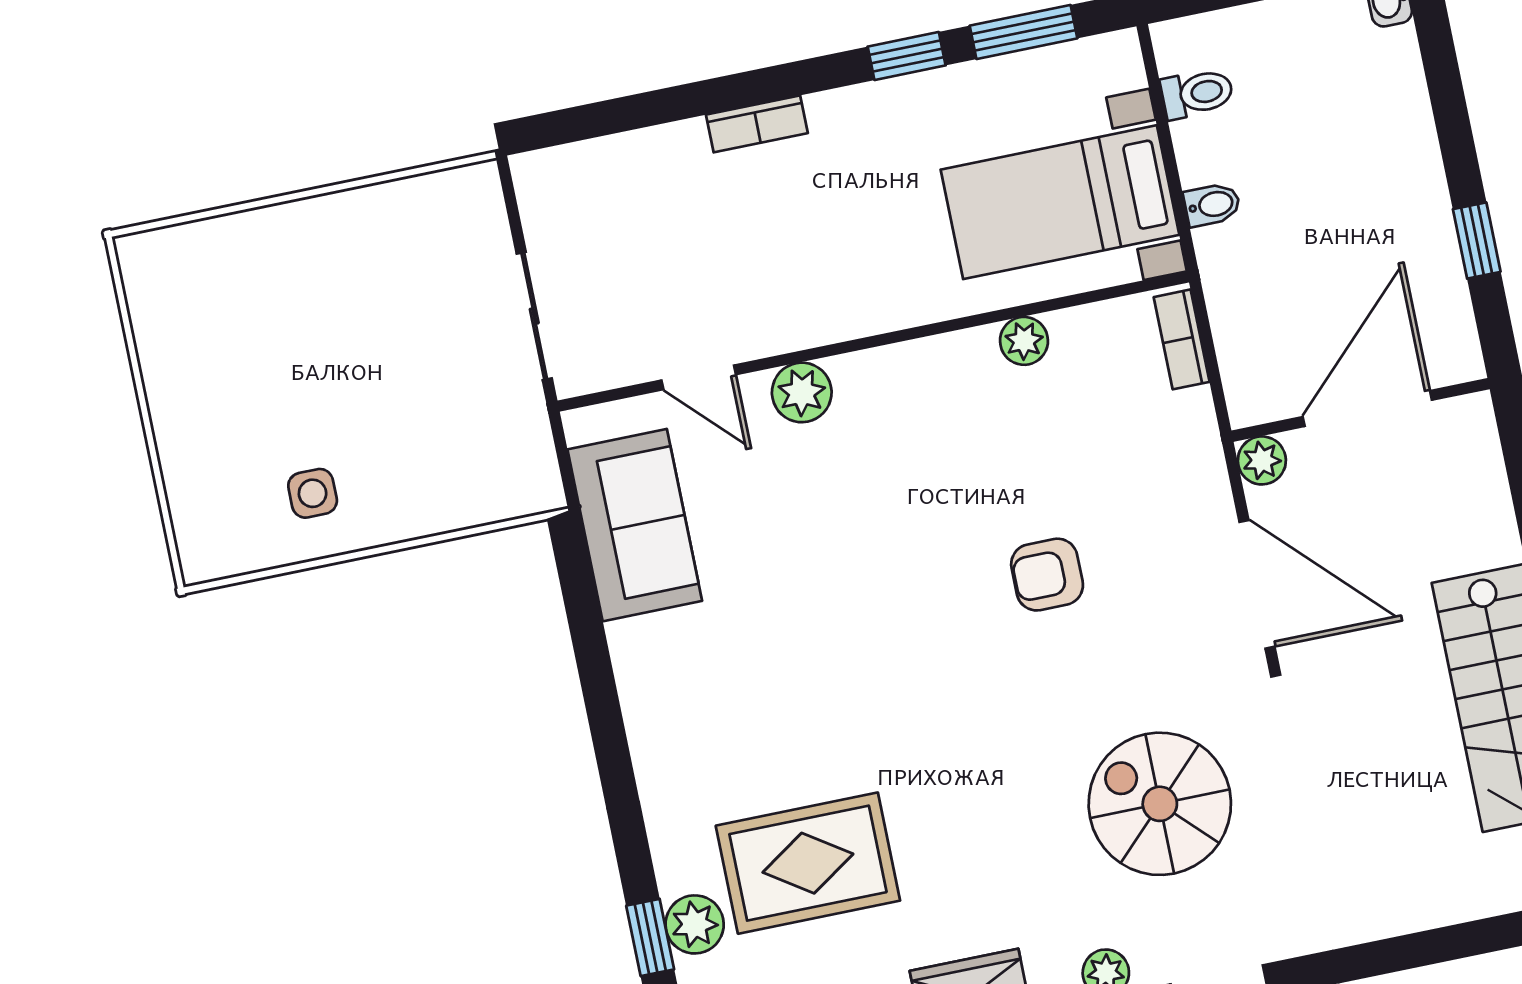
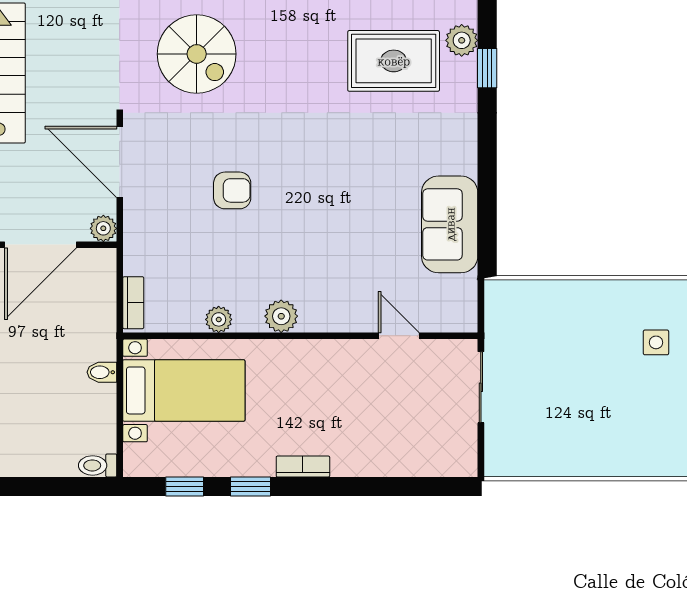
window: (1023, 32) -> (185, 487), width x0.67
toilet: (1197, 93) -> (98, 465), moved
bookcase: (757, 124) -> (303, 466), moved
plant: (802, 392) -> (281, 316), moved
side table: (313, 493) -> (656, 342), moved
sofa: (635, 525) -> (450, 224), moved
window: (650, 937) -> (487, 68), moved

